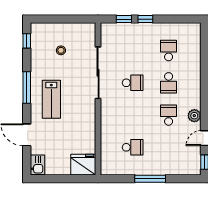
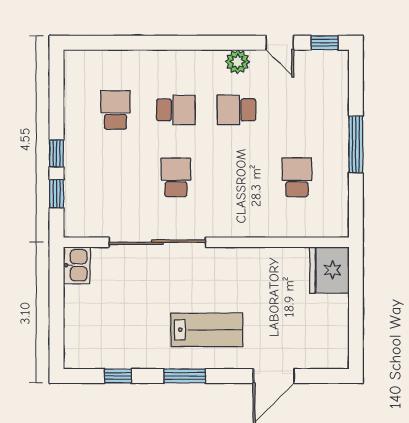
window: (27, 41) -> (118, 376), moved
stool: (61, 50) -> (115, 312), removed
school desk: (169, 51) -> (115, 110), turned 90
window: (27, 87) -> (185, 376), width x0.69
kitchen sink: (37, 165) -> (77, 265), moved, turned 90

